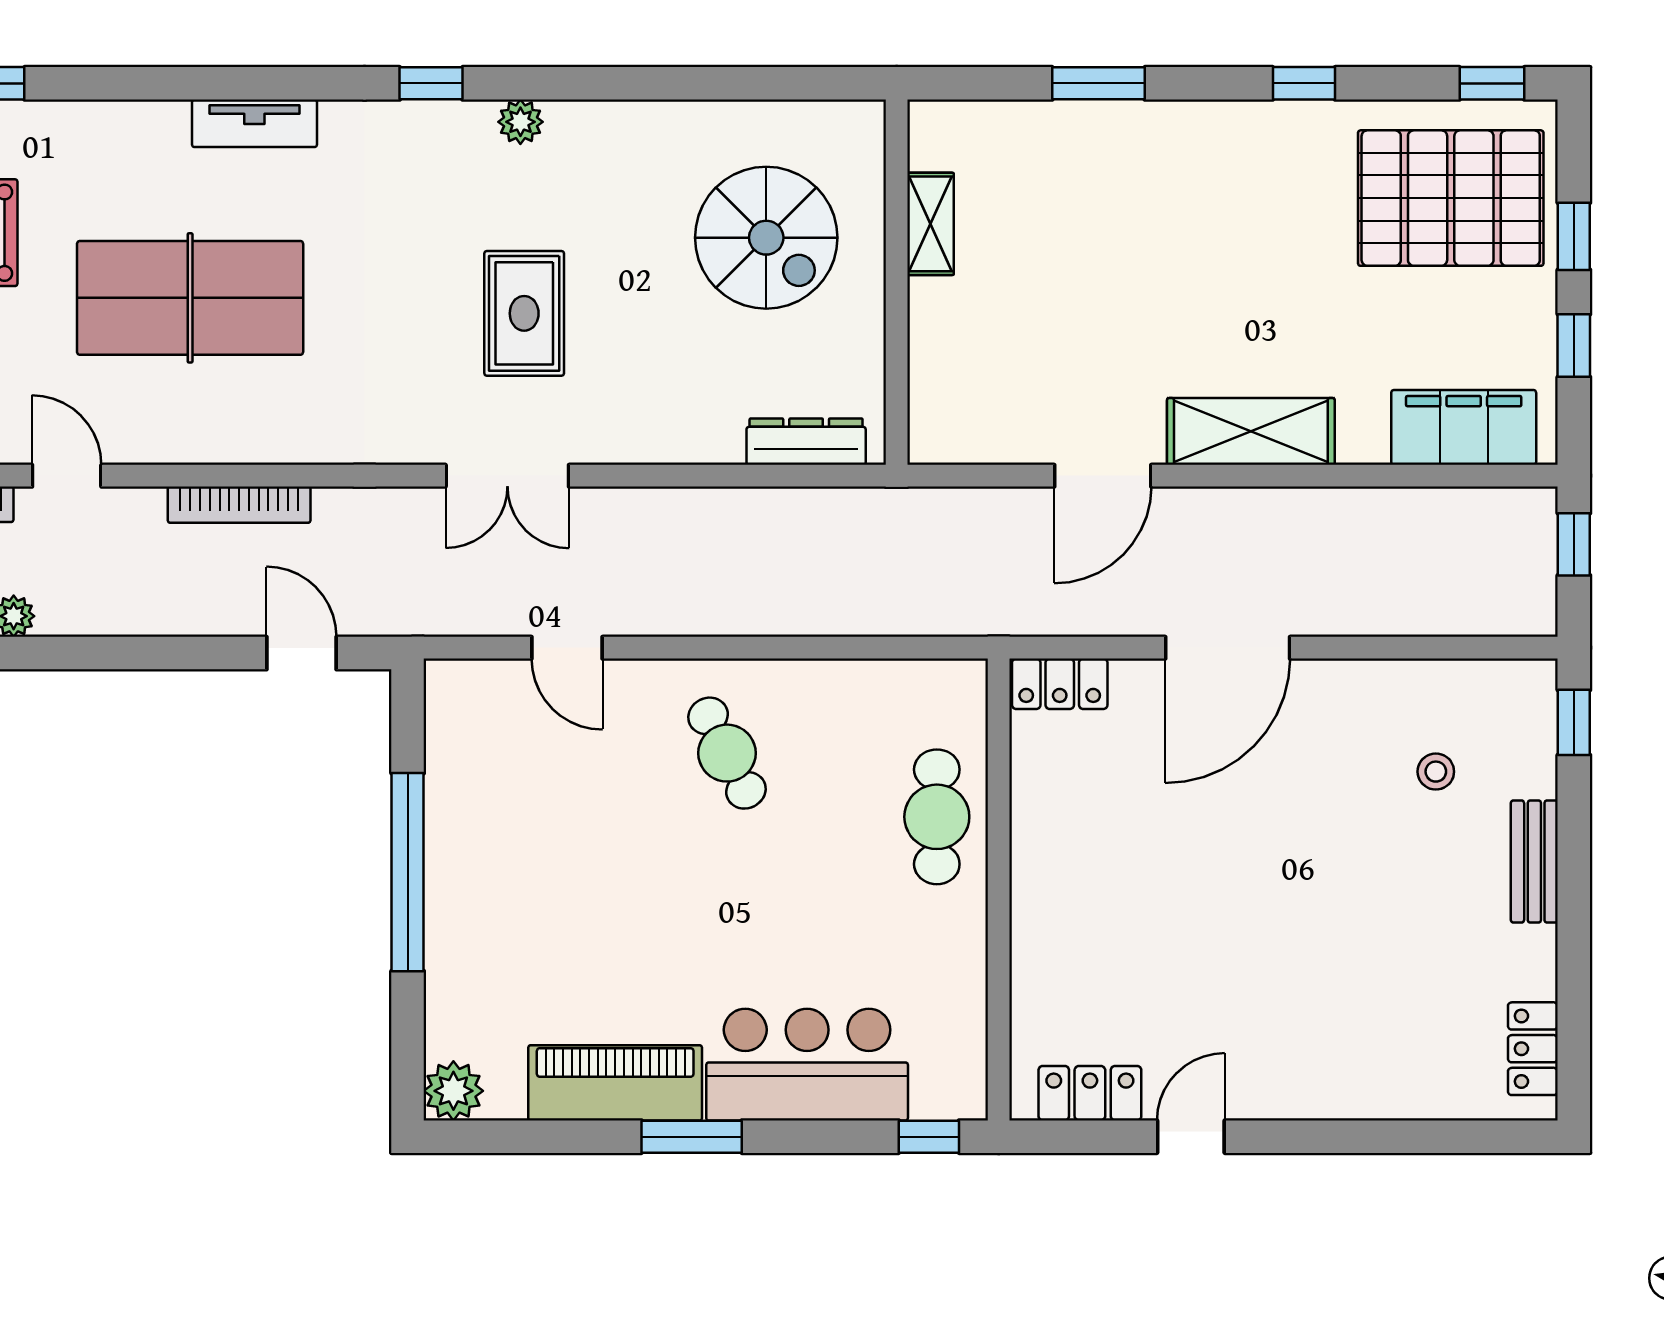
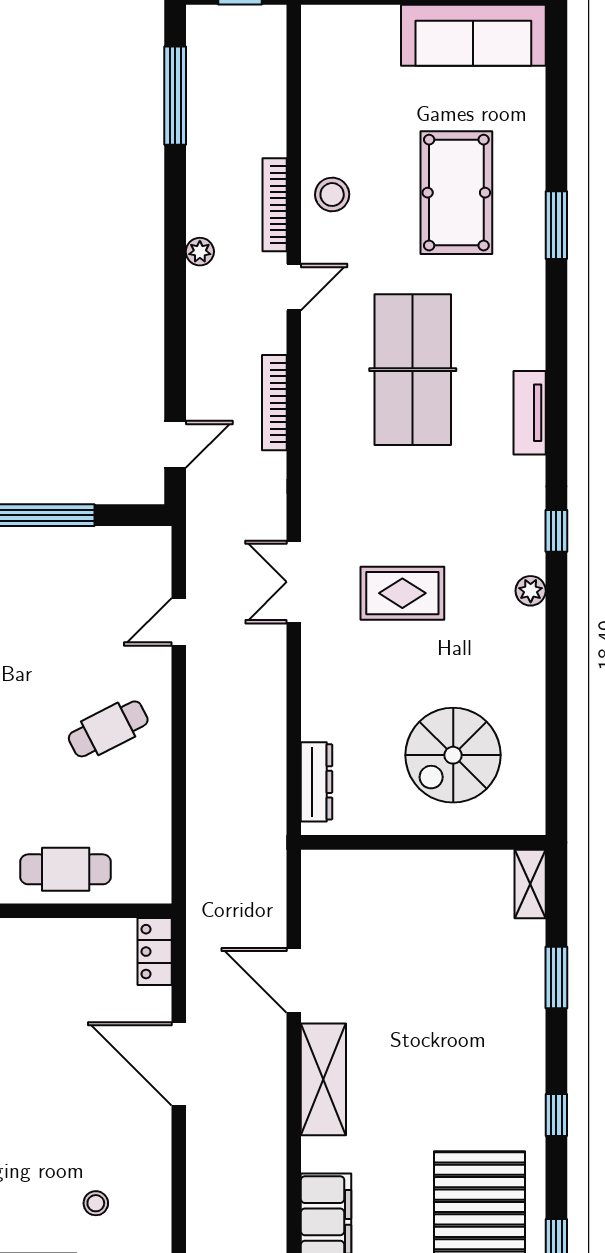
shelving: (930, 224) -> (530, 884), moved, turned 90

